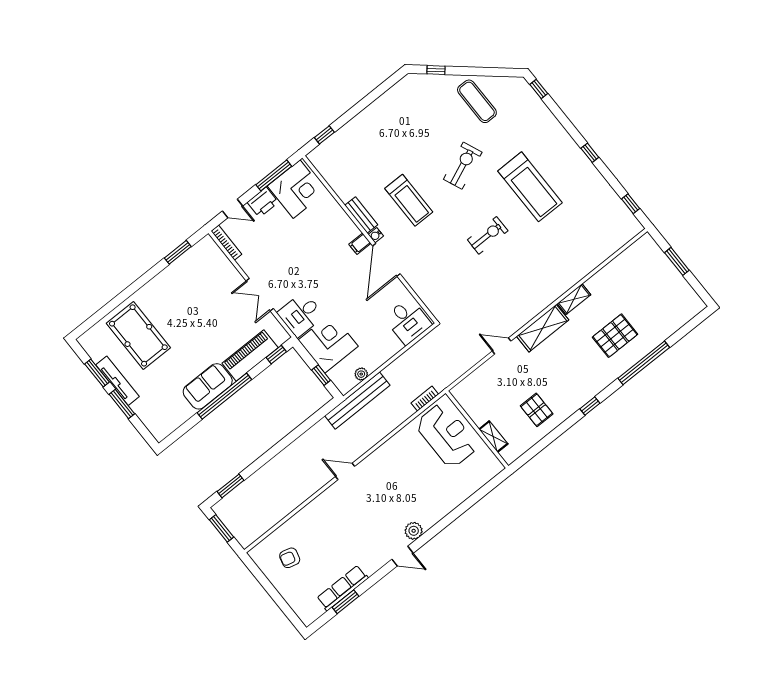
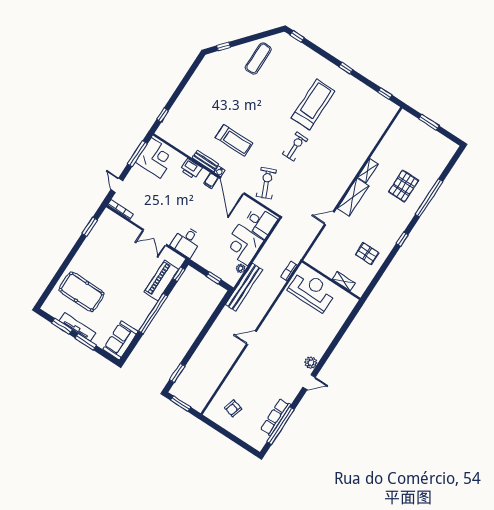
exercise mat: (477, 101) -> (258, 58), turned 90
exercise bike: (463, 166) -> (266, 183), moved
treadmill: (530, 187) -> (313, 104), turned -90
printer: (263, 202) -> (191, 169), moved, turned 90
door: (232, 208) -> (117, 185), swing flipped
corner desk: (328, 343) -> (243, 245), moved, turned -90
sofa: (208, 386) -> (120, 340), moved
window: (345, 602) -> (281, 426), width x2.11

